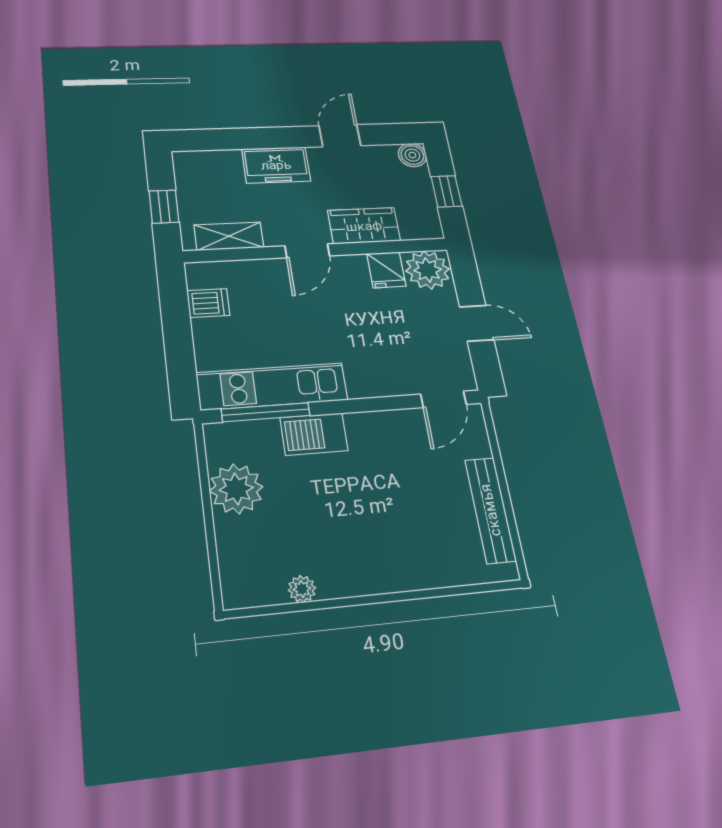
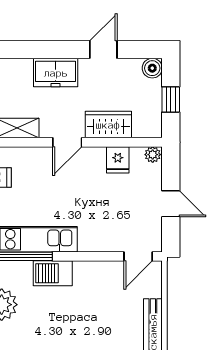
plant: (428, 270) -> (153, 155), width x0.53, depth x0.53

